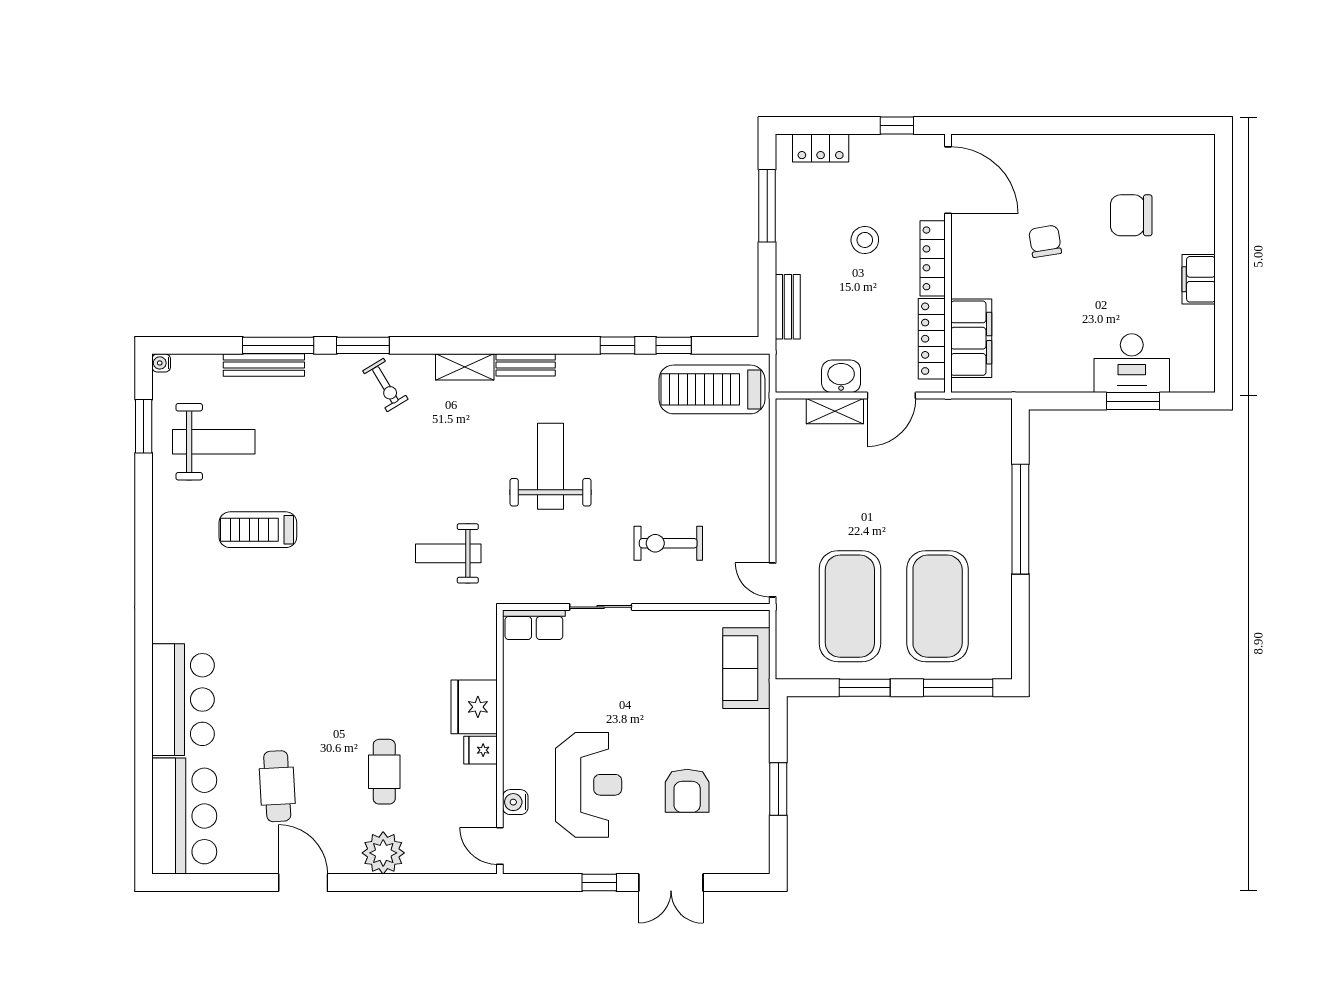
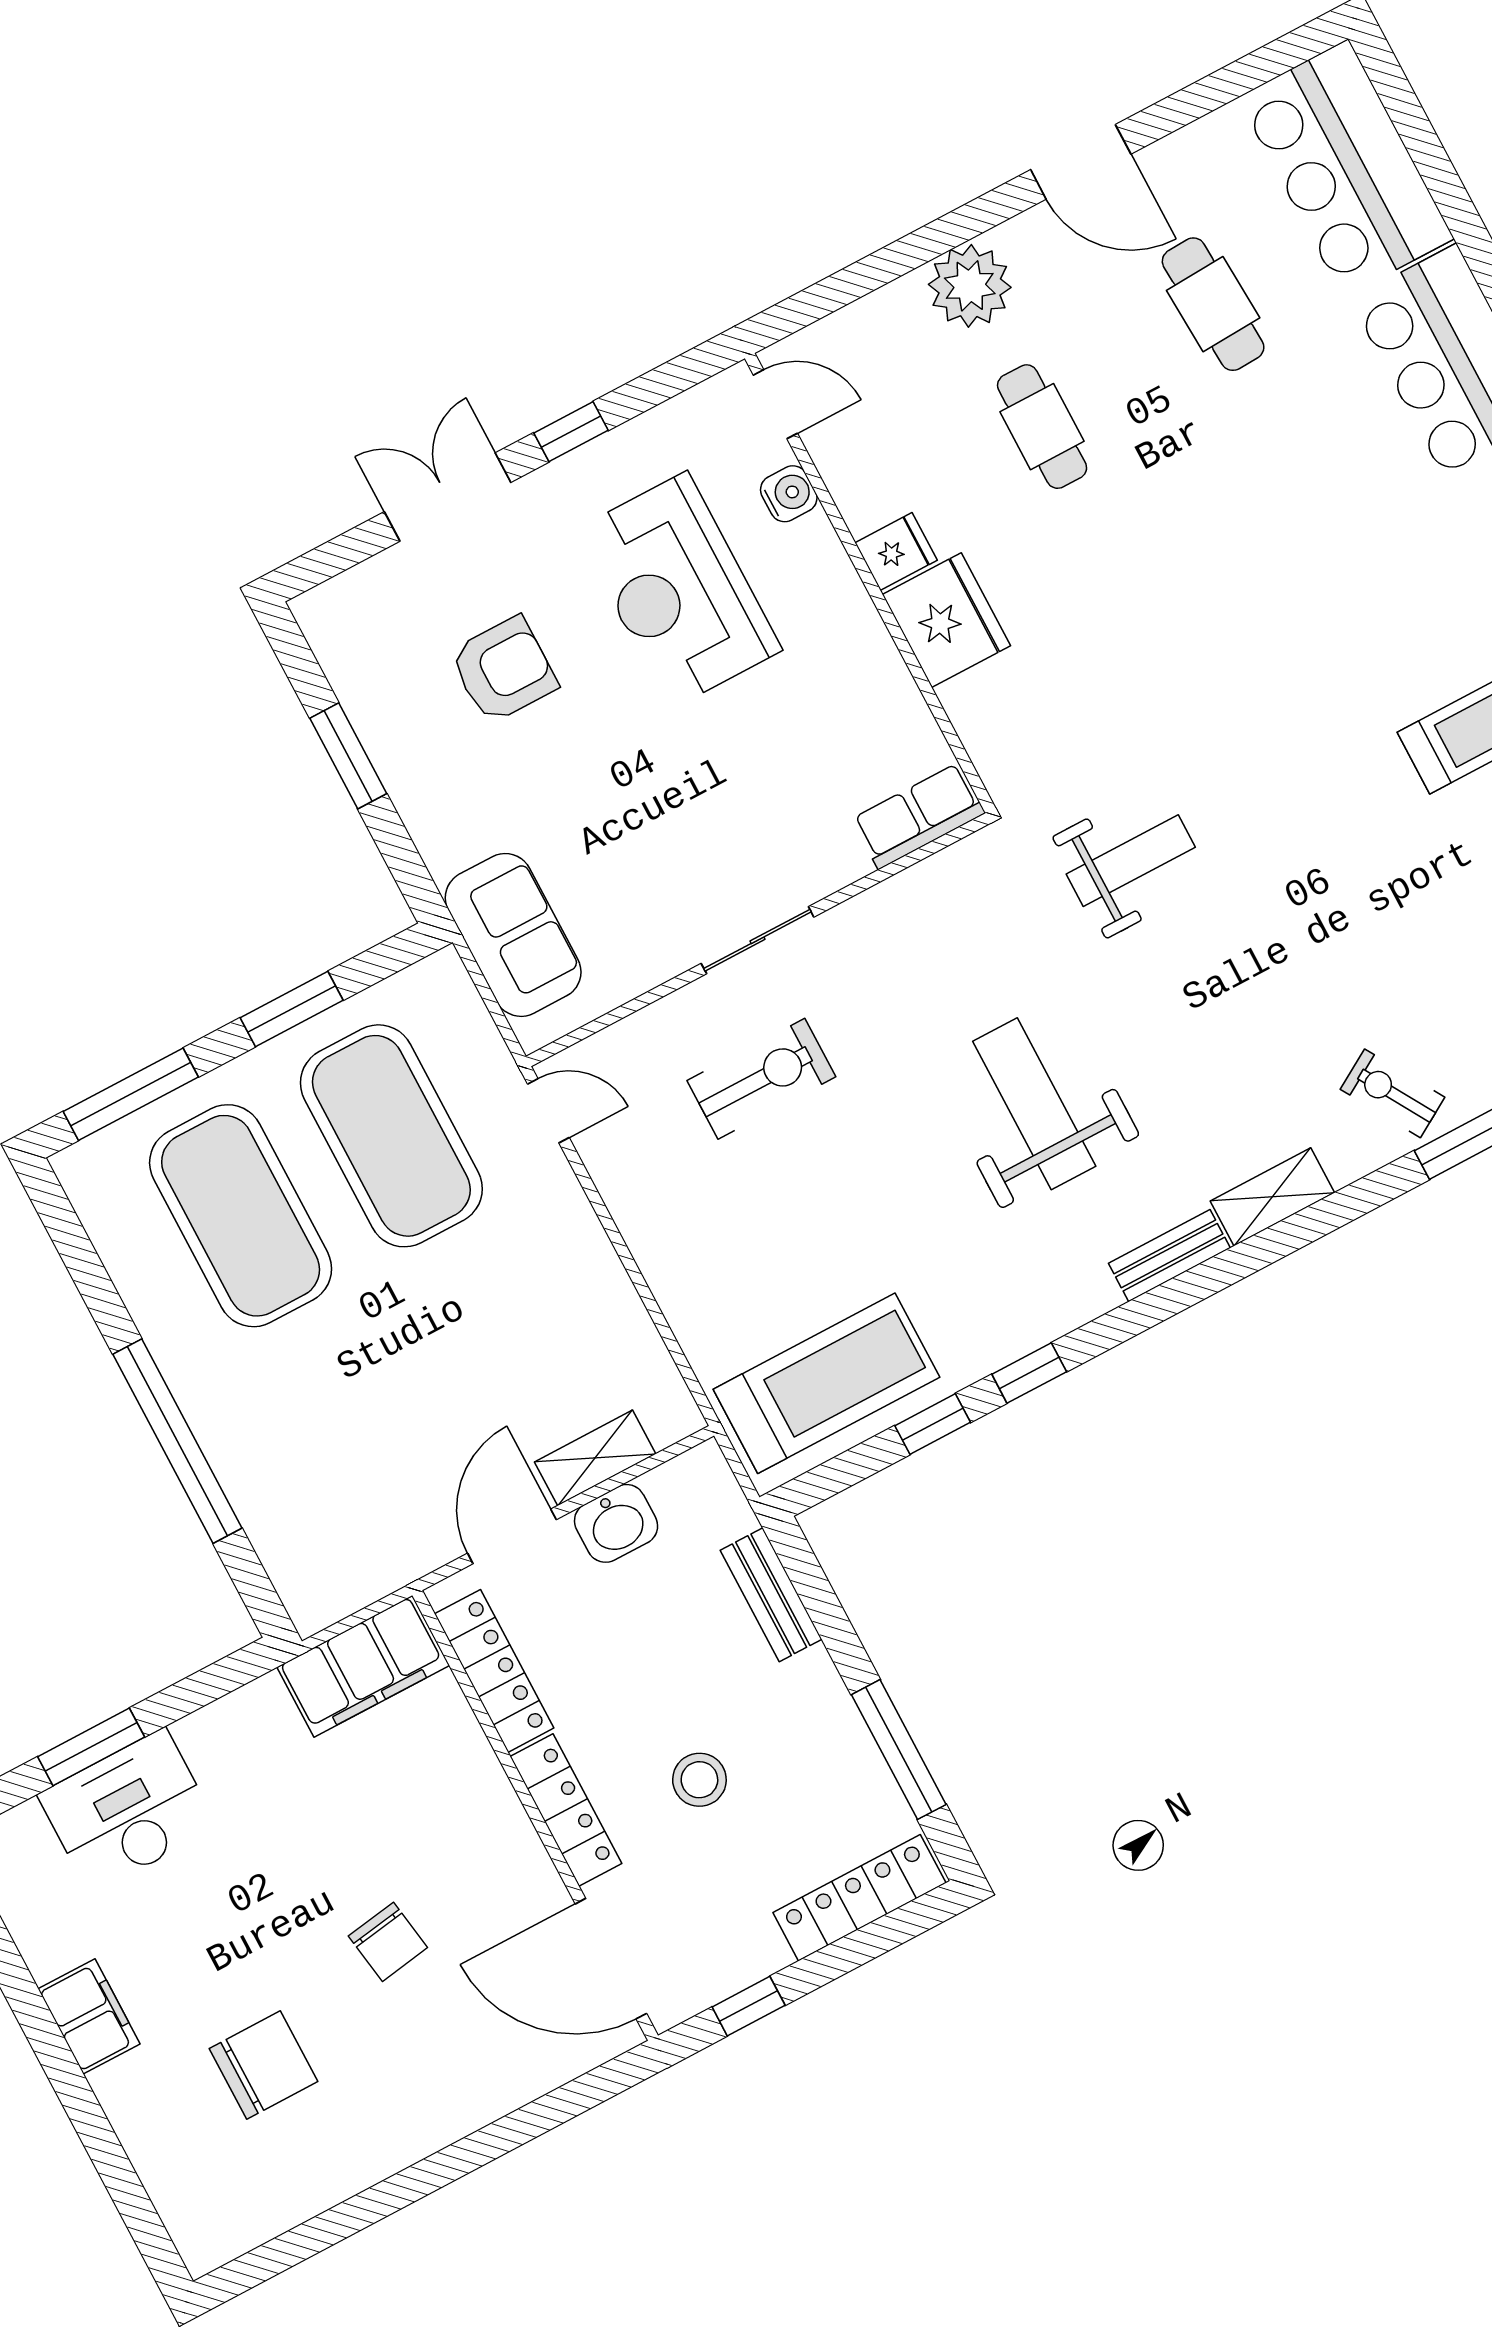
locker: (821, 148) -> (859, 1898), width x1.53
filing cabinet: (971, 338) -> (363, 1666), moved, turned -90
weight bench: (551, 466) -> (1034, 1104), turned 180
sliding door: (601, 607) -> (758, 940), moved
armchair: (687, 791) -> (503, 670), turned 90

